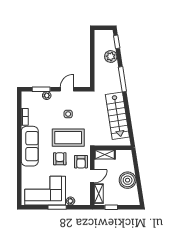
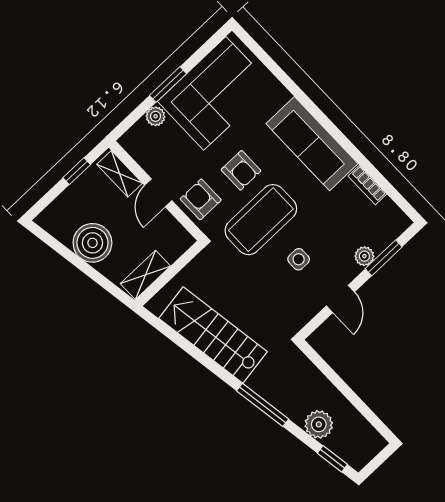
shelving: (105, 155) -> (145, 275), moved

